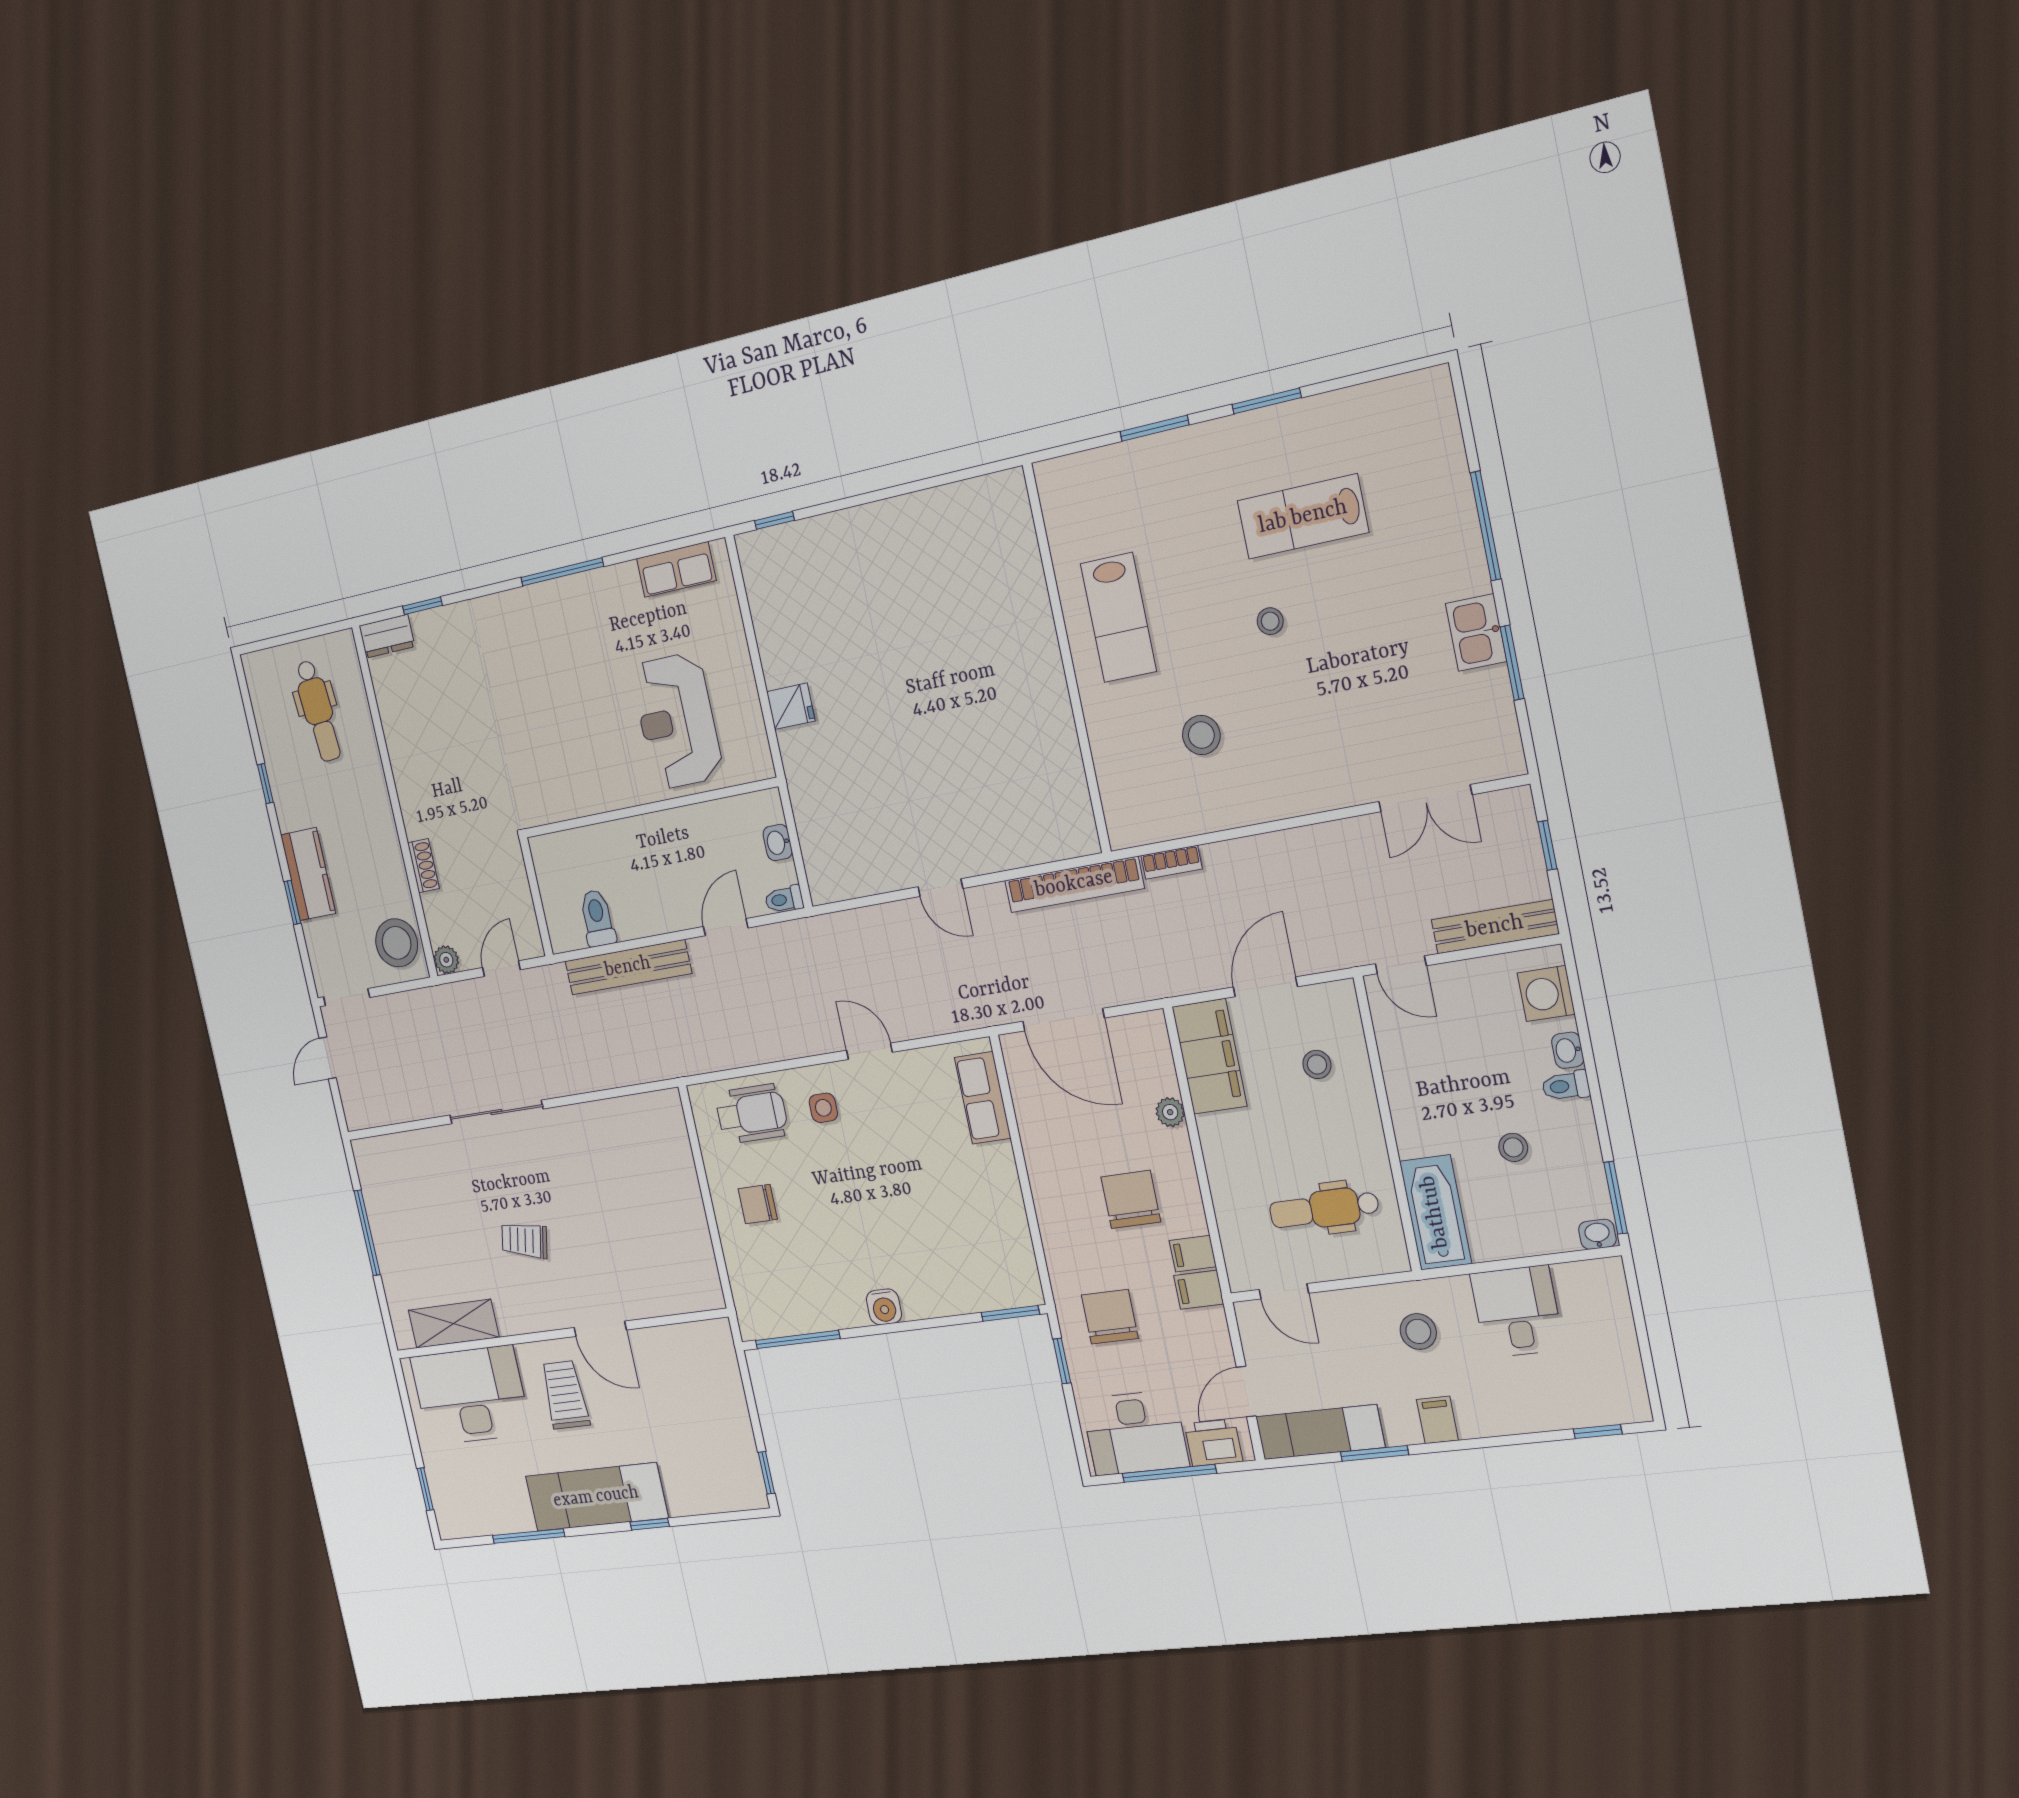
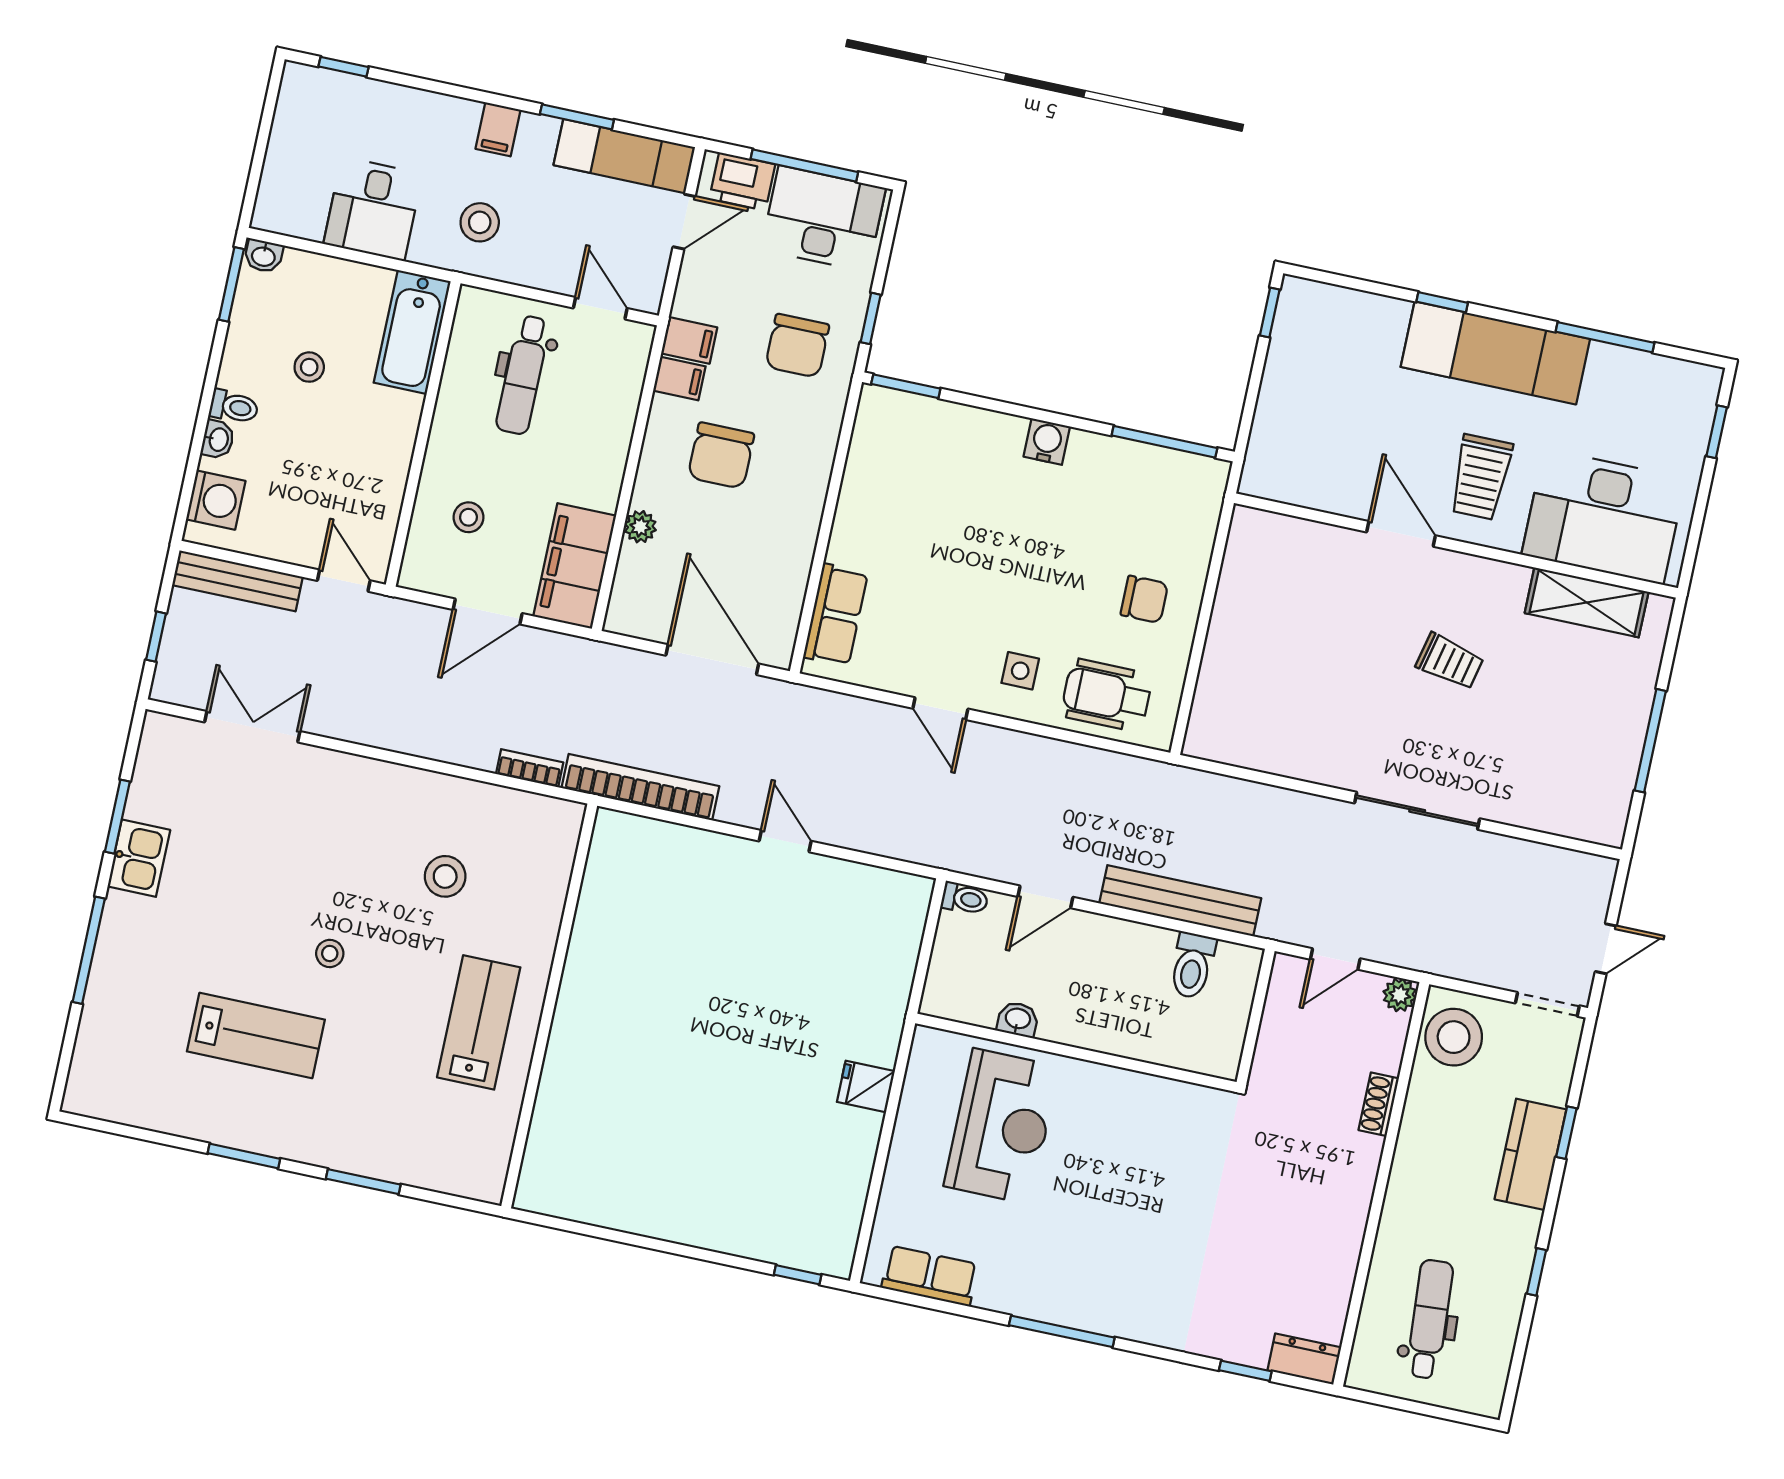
washbasin: (778, 842) -> (1018, 1019), moved, turned -90
dental chair: (1324, 1209) -> (523, 375), turned 90

